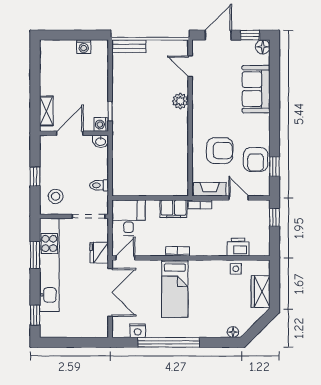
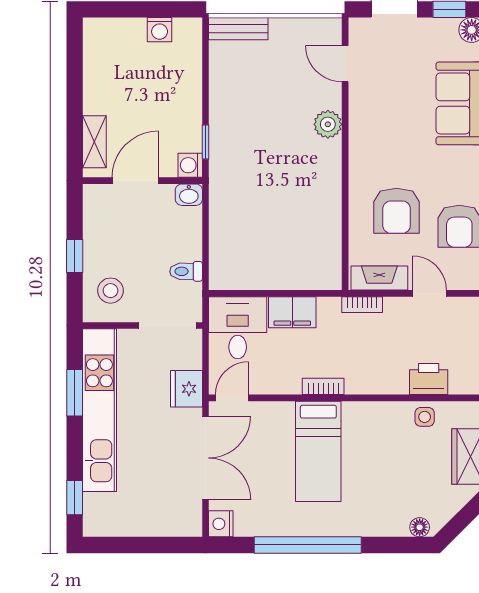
armchair: (220, 151) -> (397, 211), turned 90
filing cabinet: (174, 209) -> (292, 312), moved
nightstand: (138, 331) -> (221, 524), moved, turned 90

